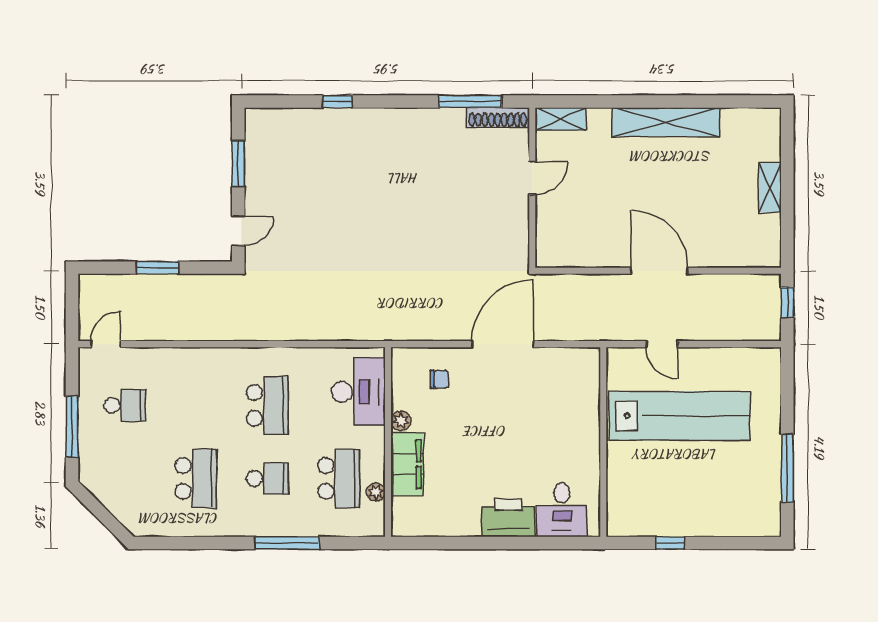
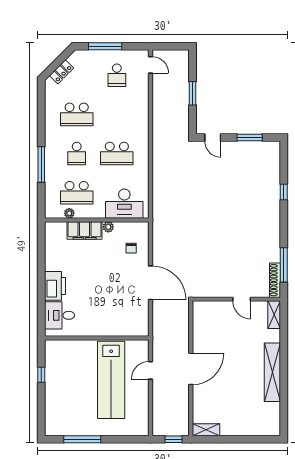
shelving: (770, 188) -> (206, 430), moved
locker: (118, 506) -> (62, 72), added

